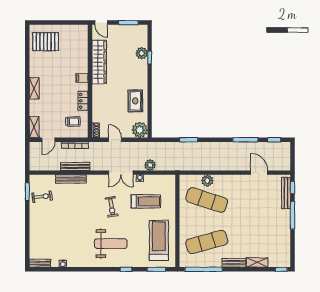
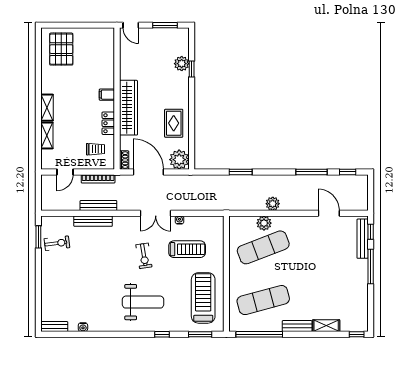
pallet: (46, 42) -> (61, 49), turned 90
wardrobe: (99, 62) -> (128, 108), moved
shelving: (34, 127) -> (47, 136), moved
door: (115, 140) -> (148, 172), width x1.87
plant: (150, 165) -> (273, 204), moved
exercise mat: (207, 200) -> (263, 247), turned -39

